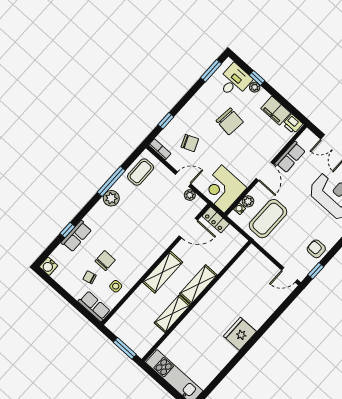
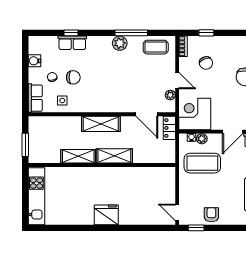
water cooler: (49, 266) -> (35, 61), moved

